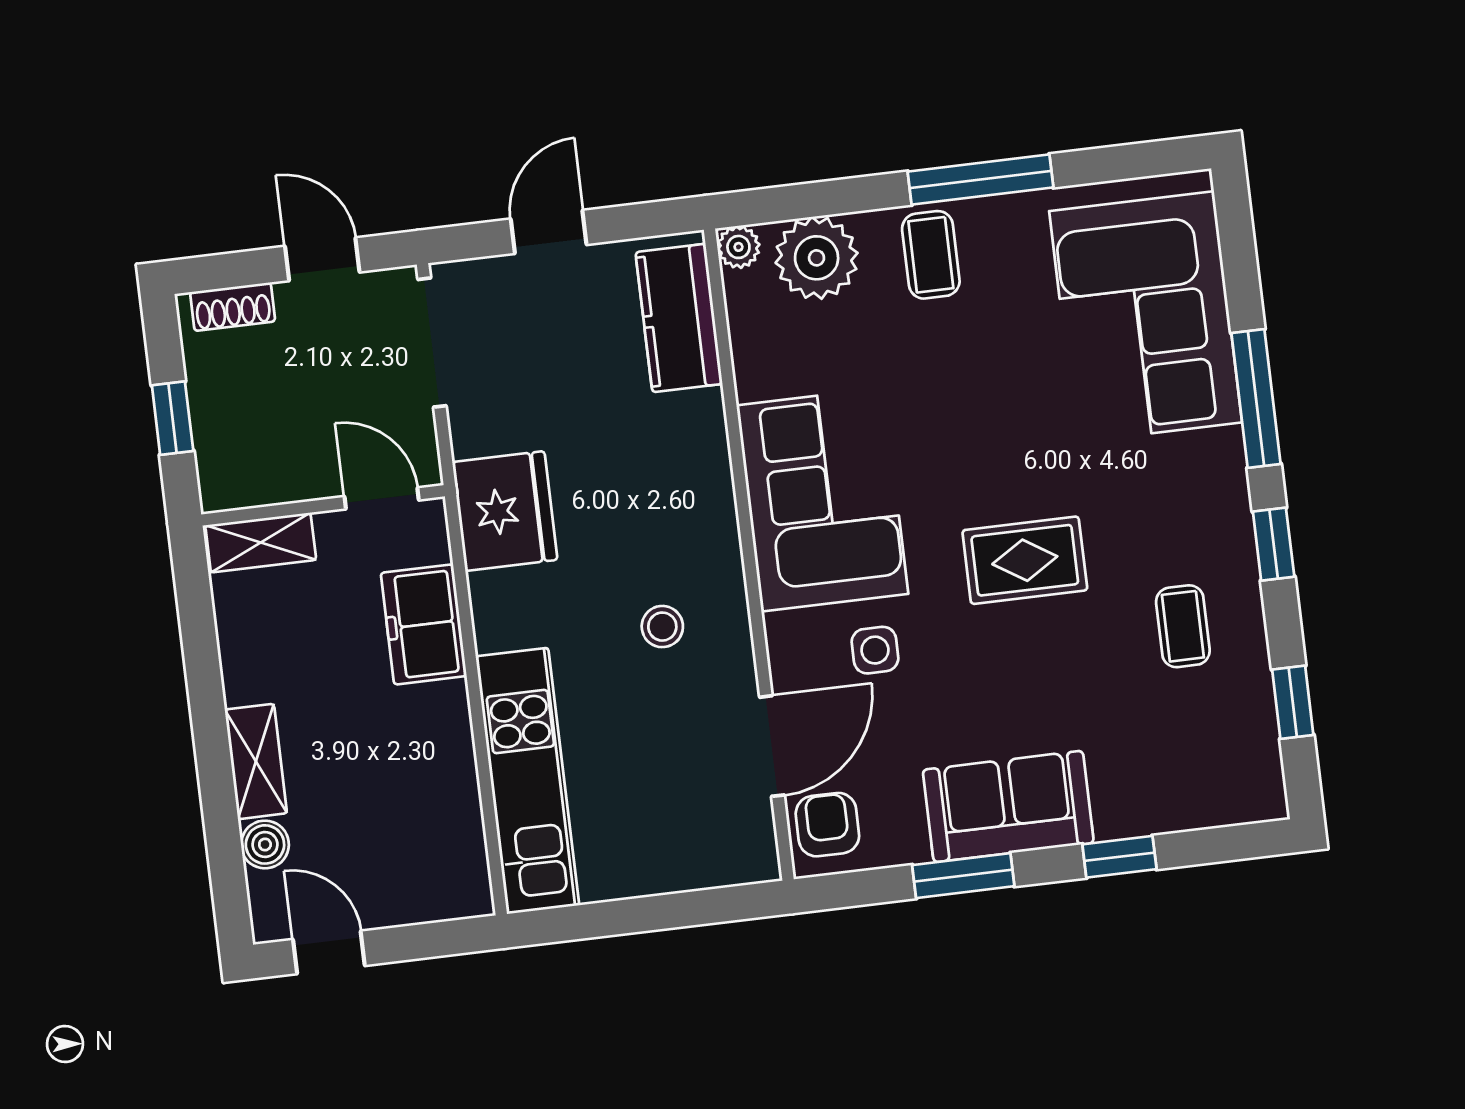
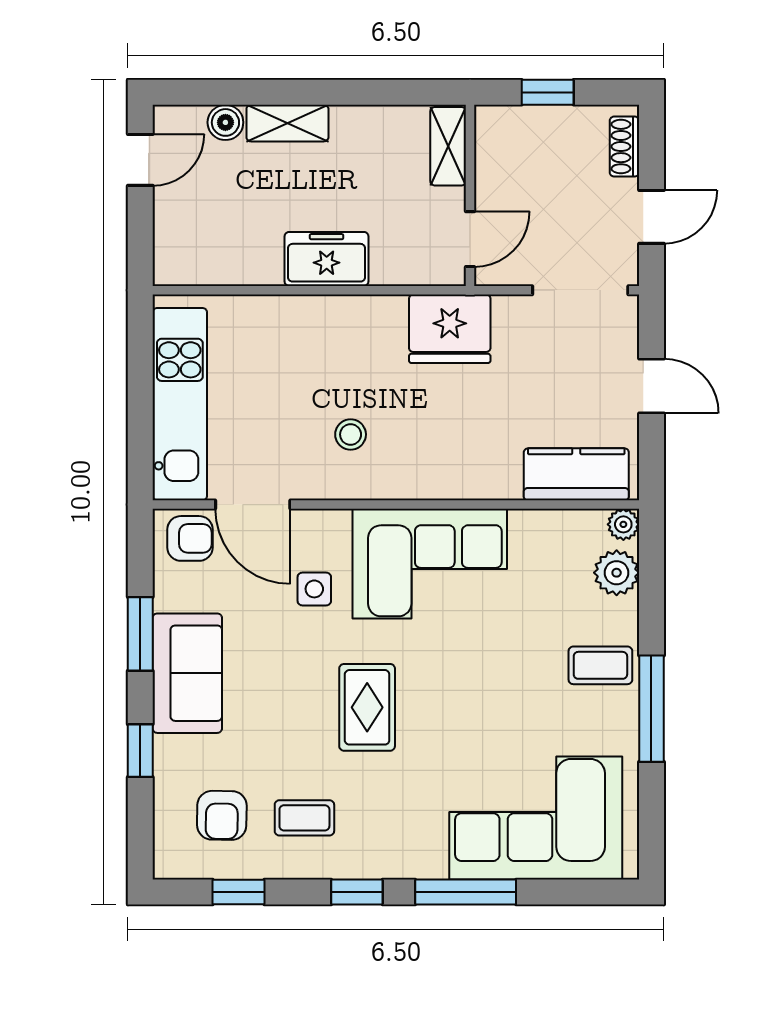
plant: (817, 258) -> (617, 573), width x0.73, depth x0.73
freezer: (424, 624) -> (327, 259), moved
armchair: (1193, 737) -> (222, 815), added
kitchen unit: (528, 781) -> (180, 404), moved, turned -90

